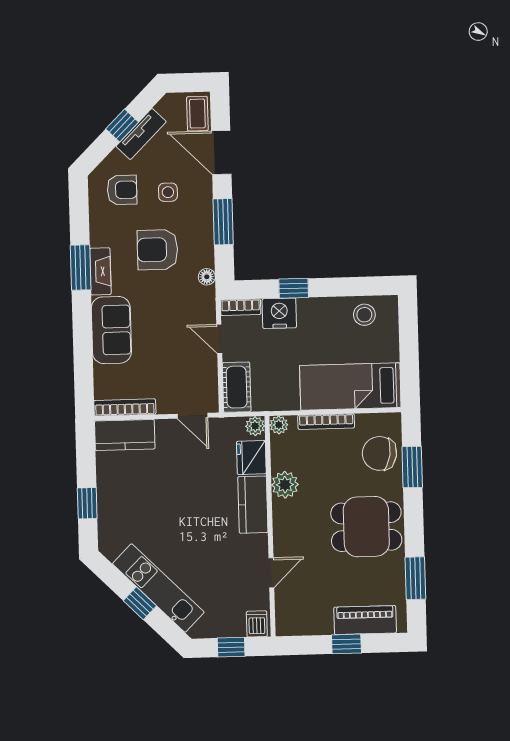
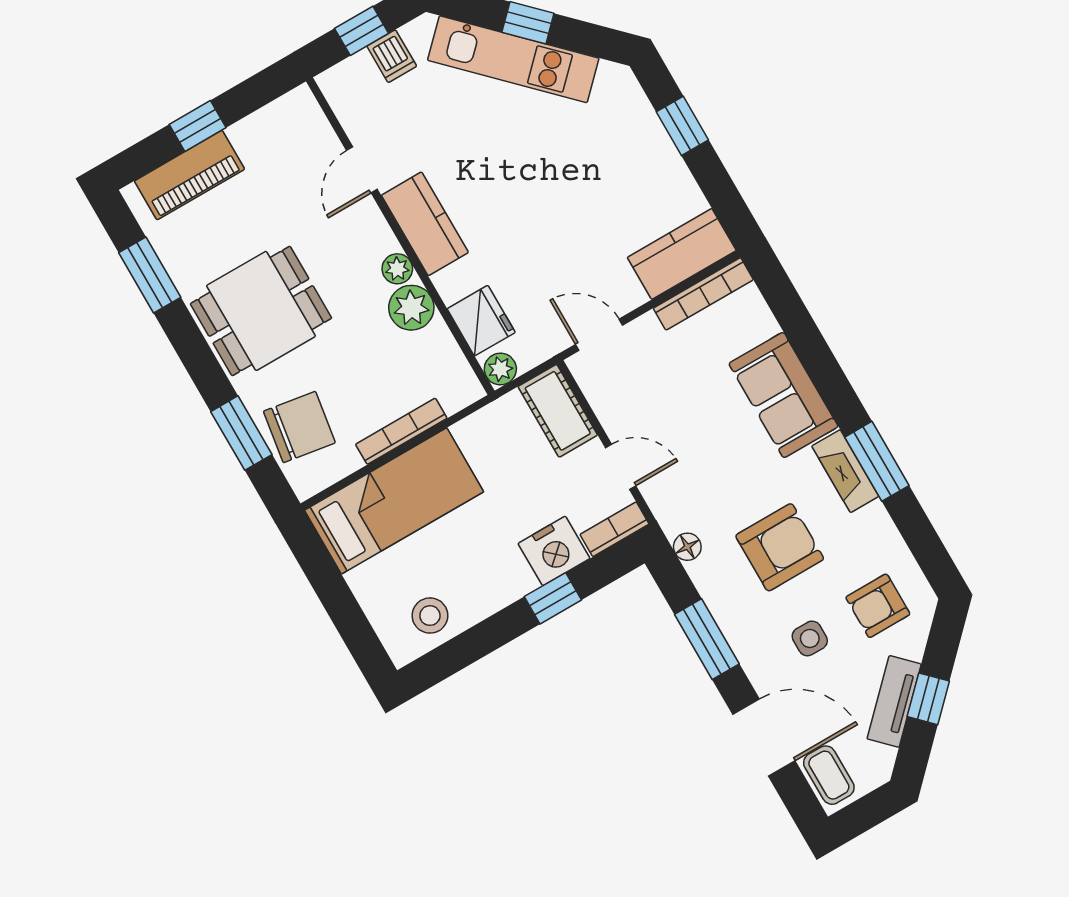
plant: (279, 425) -> (397, 269), moved
kitchen counter: (253, 505) -> (425, 224), moved
dishwasher: (257, 624) -> (392, 56), moved

